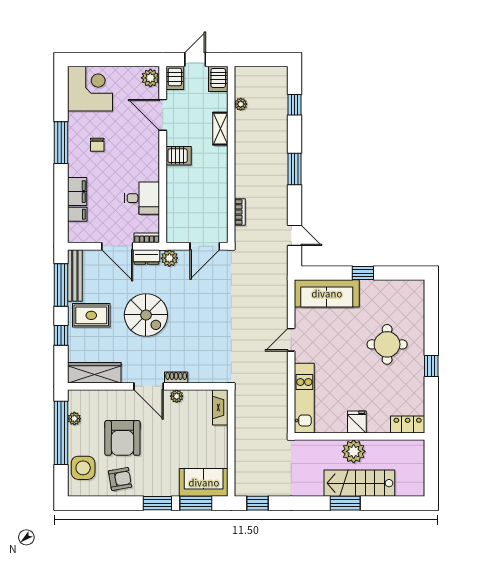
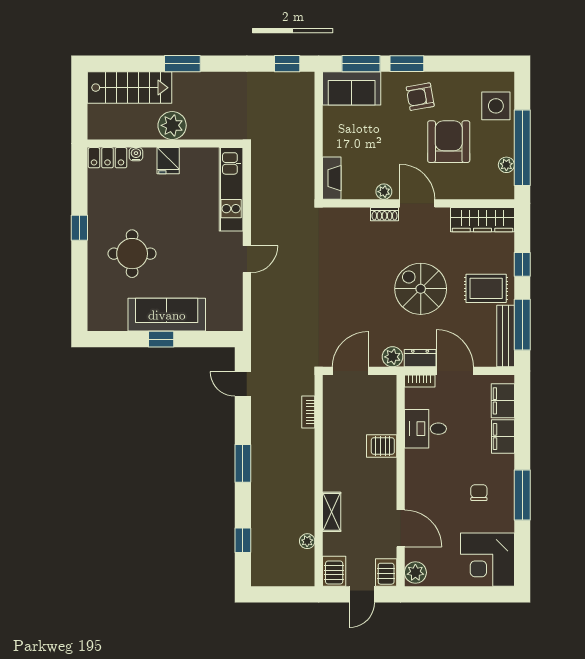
server rack: (179, 156) -> (382, 446), moved
filing cabinet: (77, 214) -> (503, 401), width x2.00
sofa: (327, 293) -> (167, 315), moved
water cooler: (384, 427) -> (136, 154), added
armchair: (120, 479) -> (420, 97), moved
stairs: (359, 483) -> (129, 88), moved

